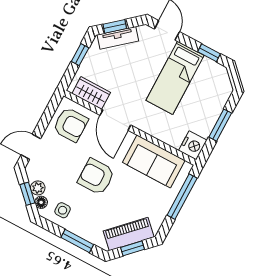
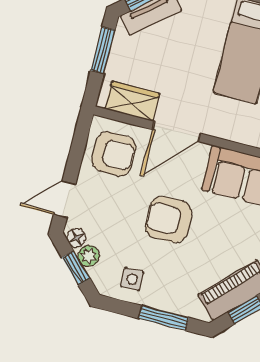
window: (80, 55) -> (103, 50), width x1.50
door: (115, 120) -> (176, 131), hinge flipped
floor lamp: (41, 202) -> (76, 238), moved

